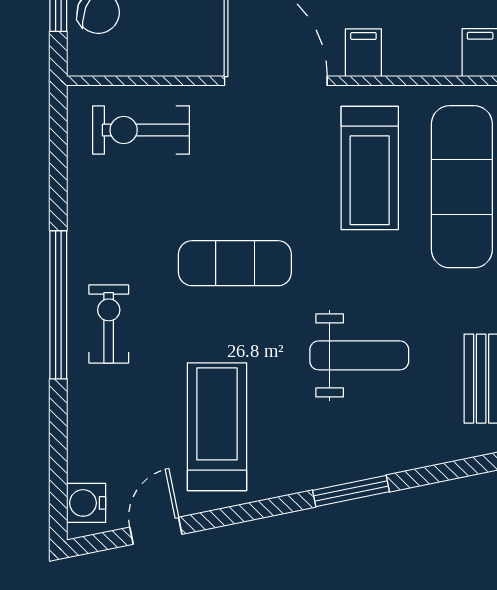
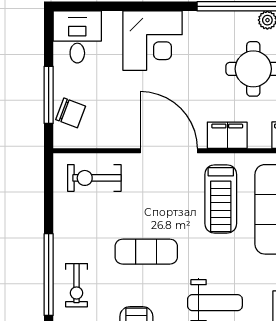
filing cabinet: (363, 53) -> (227, 135), width x2.00
exercise bike: (109, 324) -> (76, 285), turned 180

